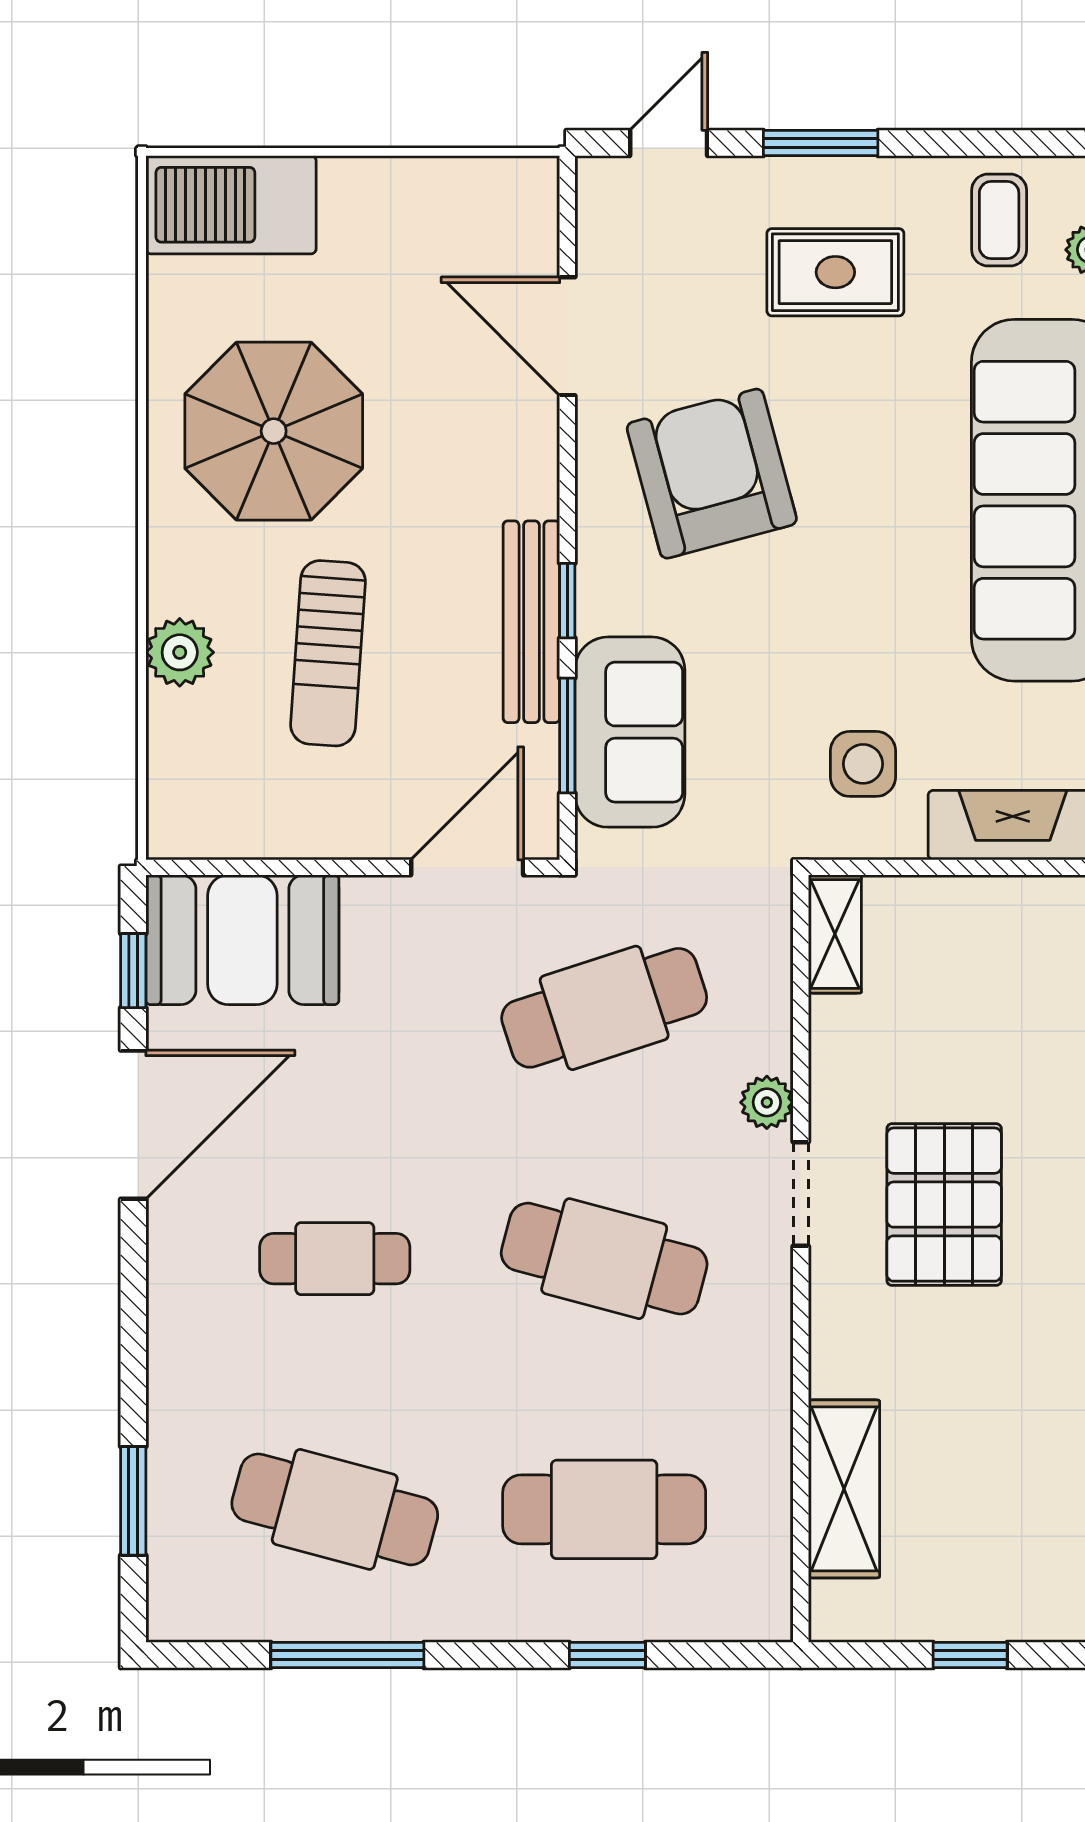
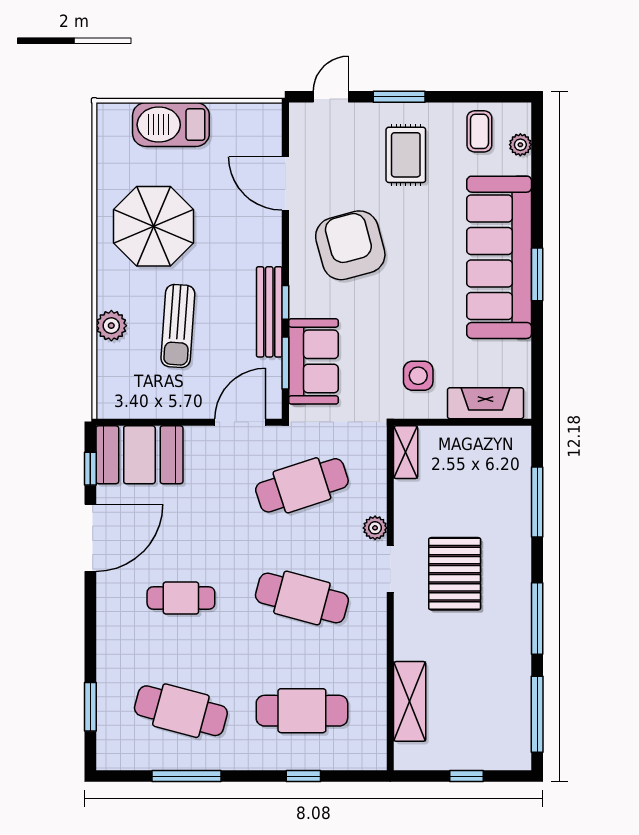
barbecue: (231, 205) -> (171, 125), moved
rug: (835, 272) -> (406, 155), turned 90

